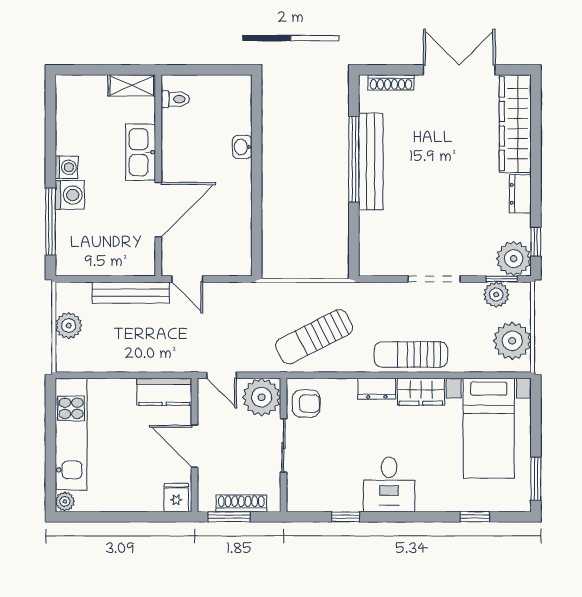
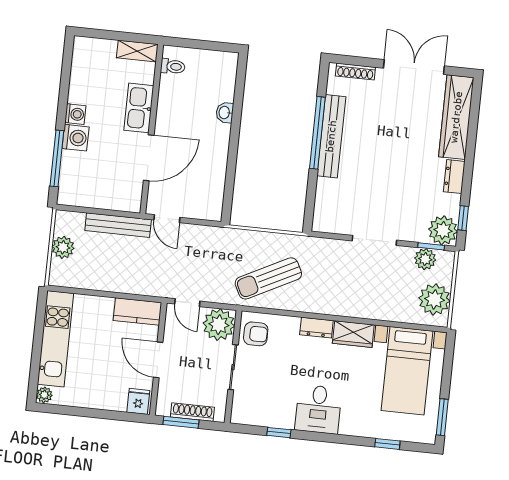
sun lounger: (411, 355) -> (348, 302), removed

